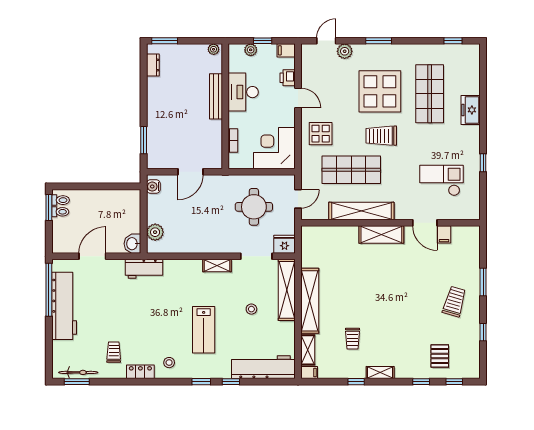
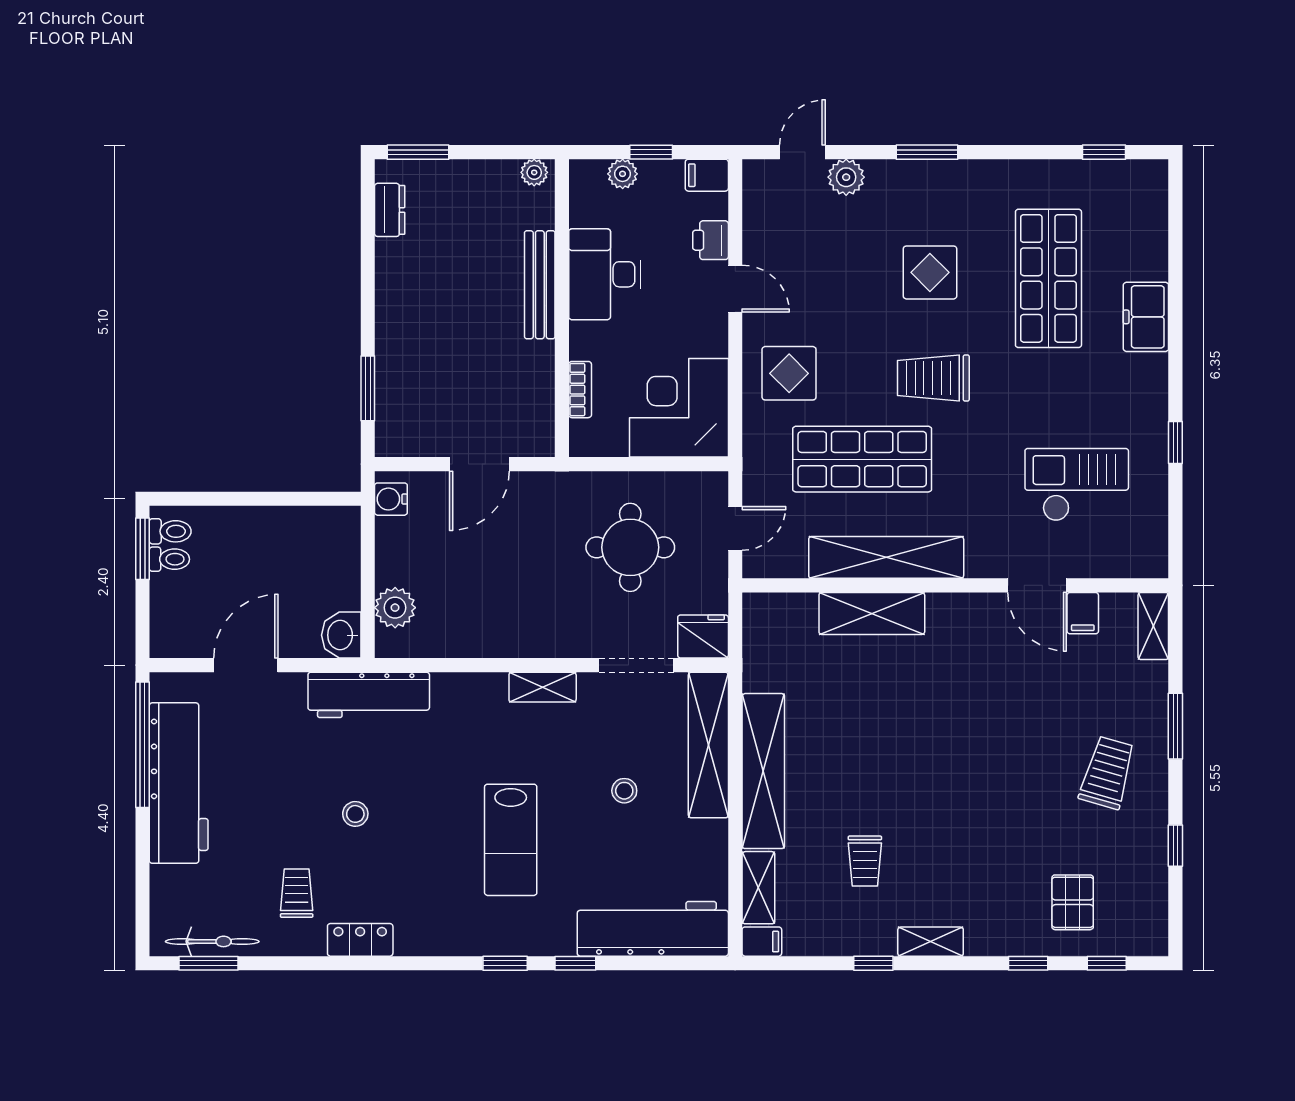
display table: (380, 91) -> (930, 272), width x0.54, depth x0.54
shelving: (381, 235) -> (872, 613), moved
shelving: (474, 240) -> (1153, 626), added
workbench: (144, 269) -> (369, 695), width x1.38
stool: (169, 363) -> (355, 814), moved

